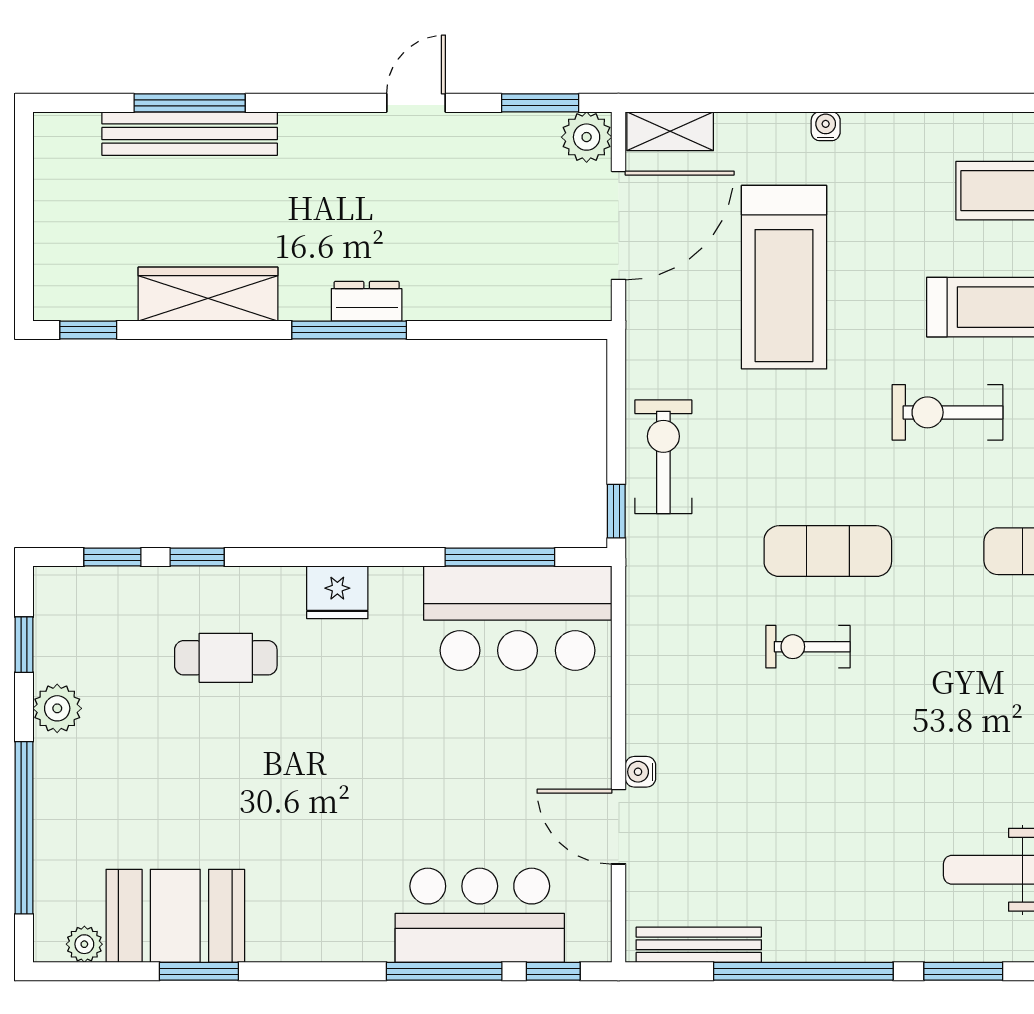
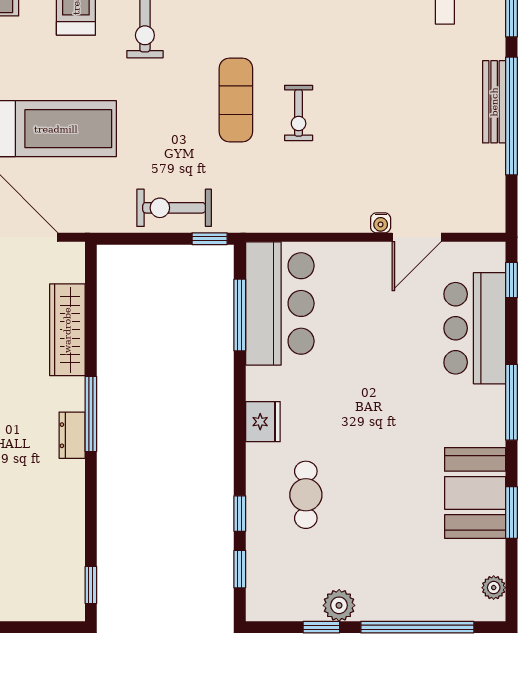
wardrobe: (208, 294) -> (67, 330), moved
dresser: (367, 301) -> (72, 435), moved
window: (24, 645) -> (321, 627), moved
booth: (175, 916) -> (475, 493), moved
bench: (699, 945) -> (494, 102), moved
window: (444, 971) -> (511, 402), moved

